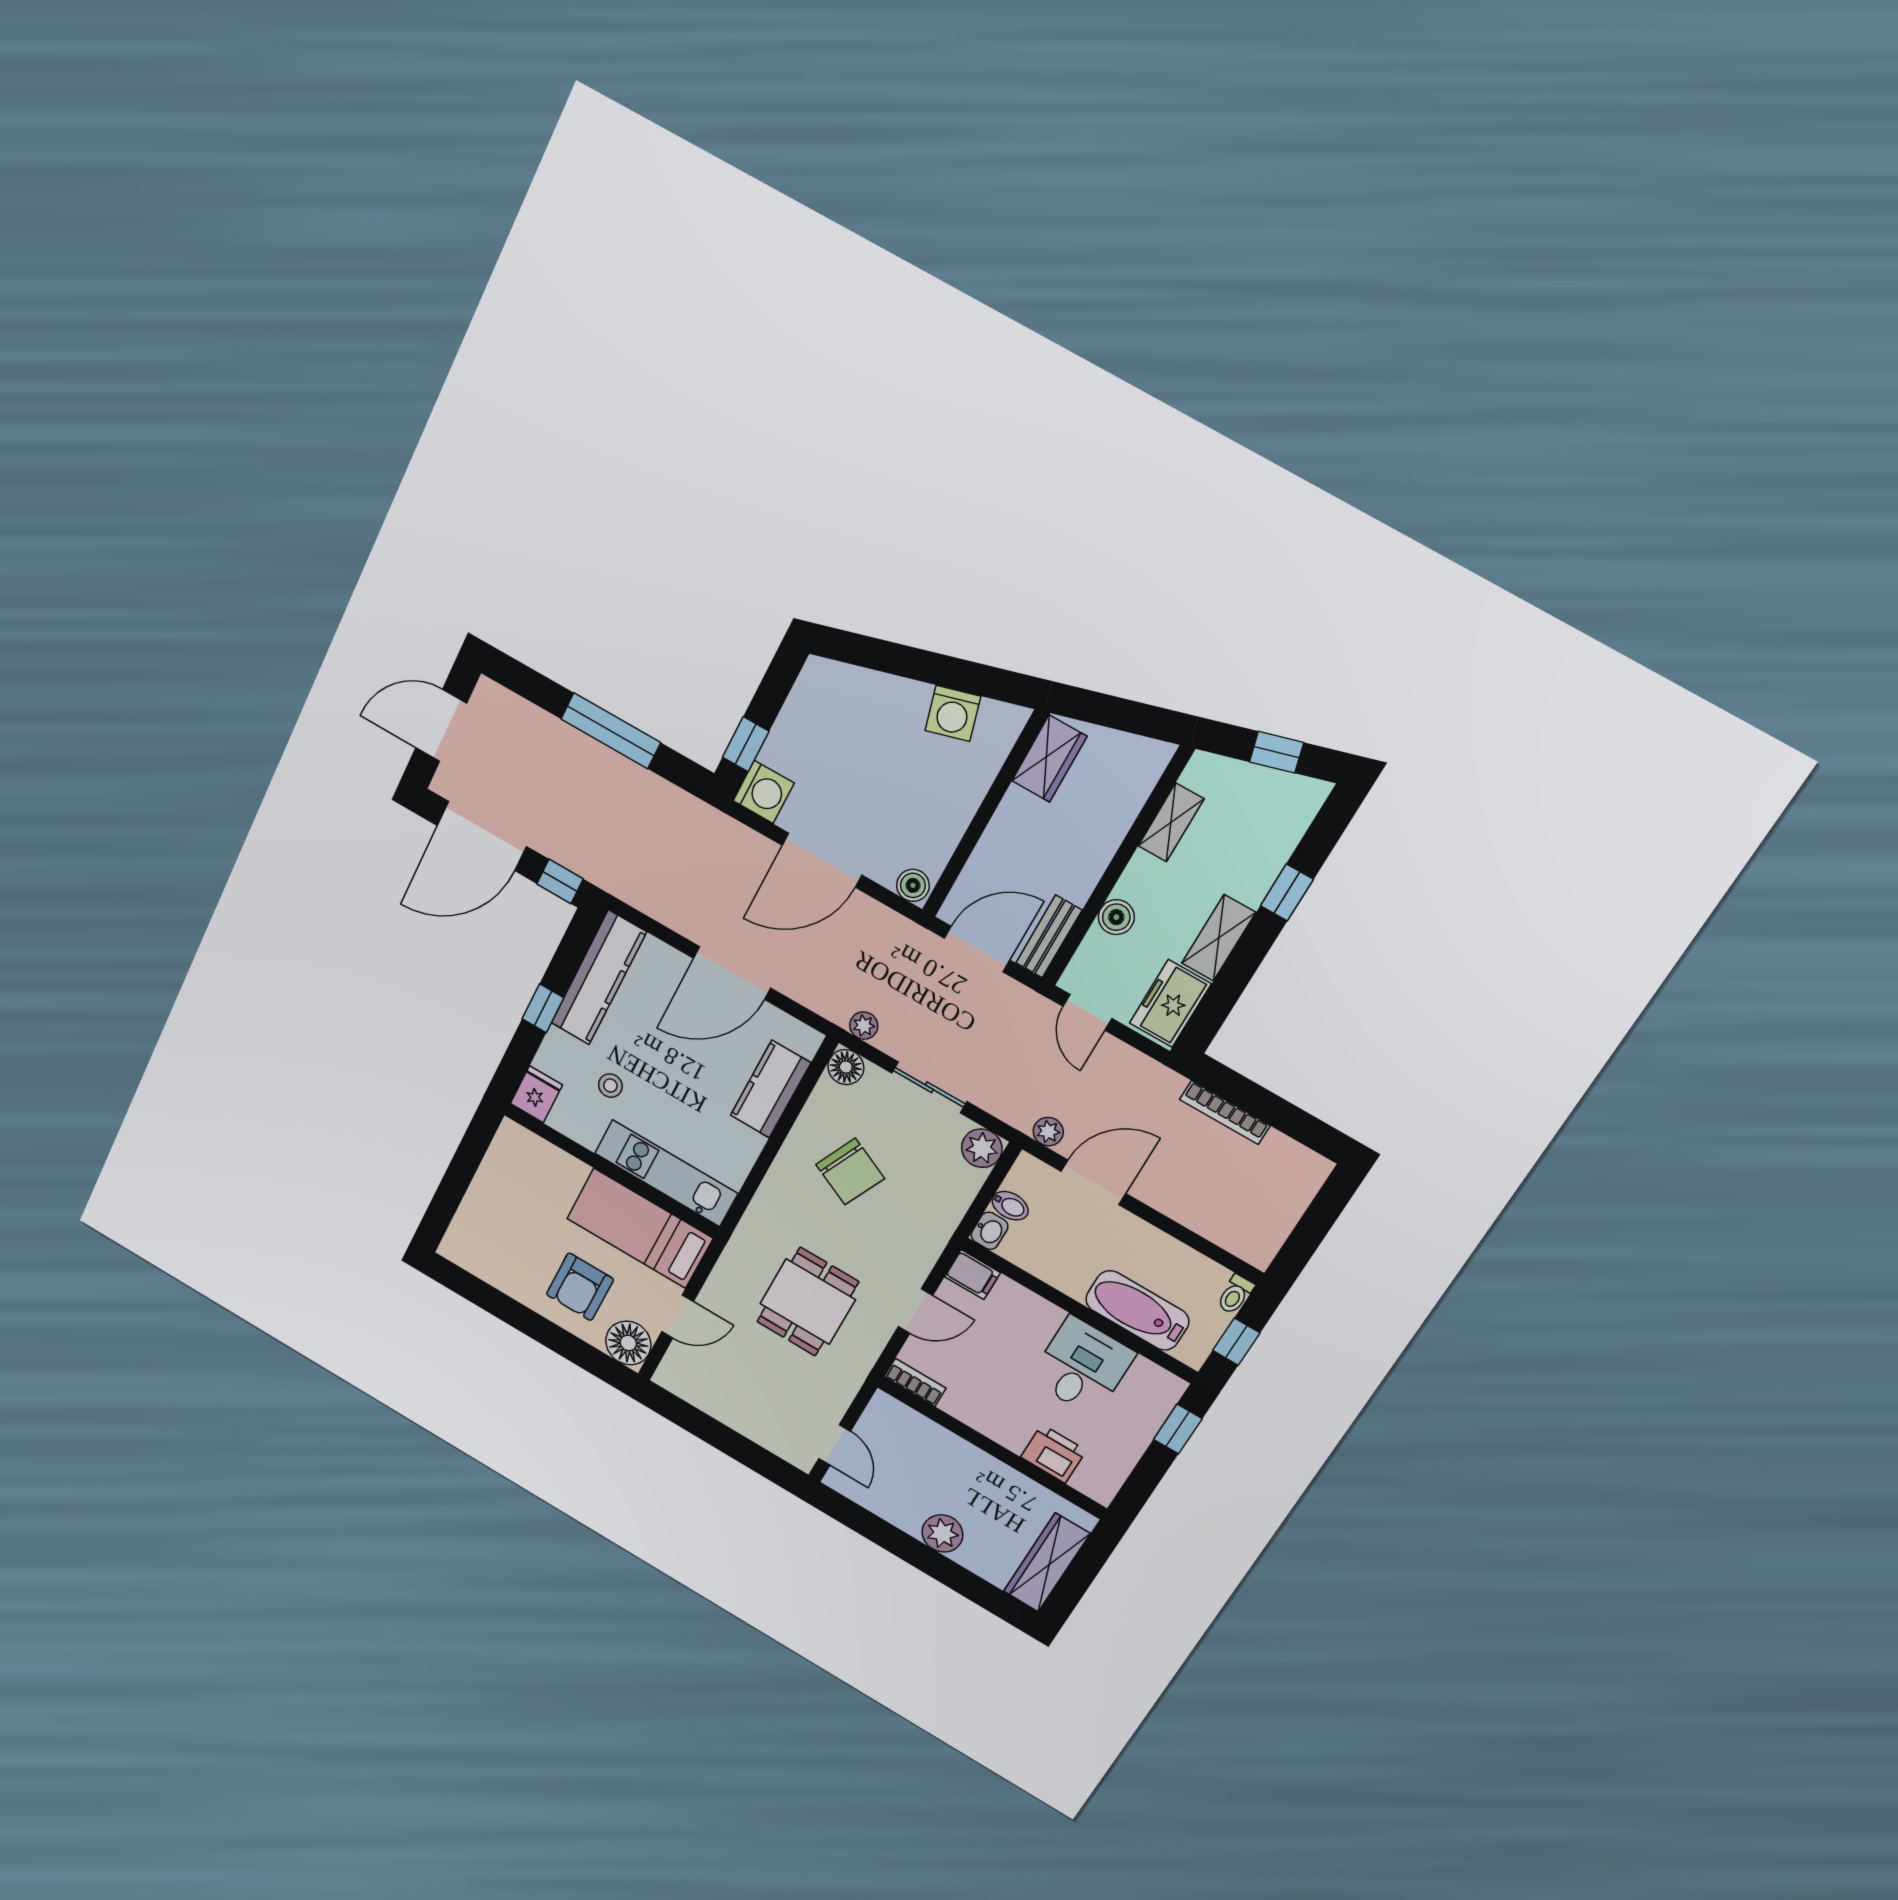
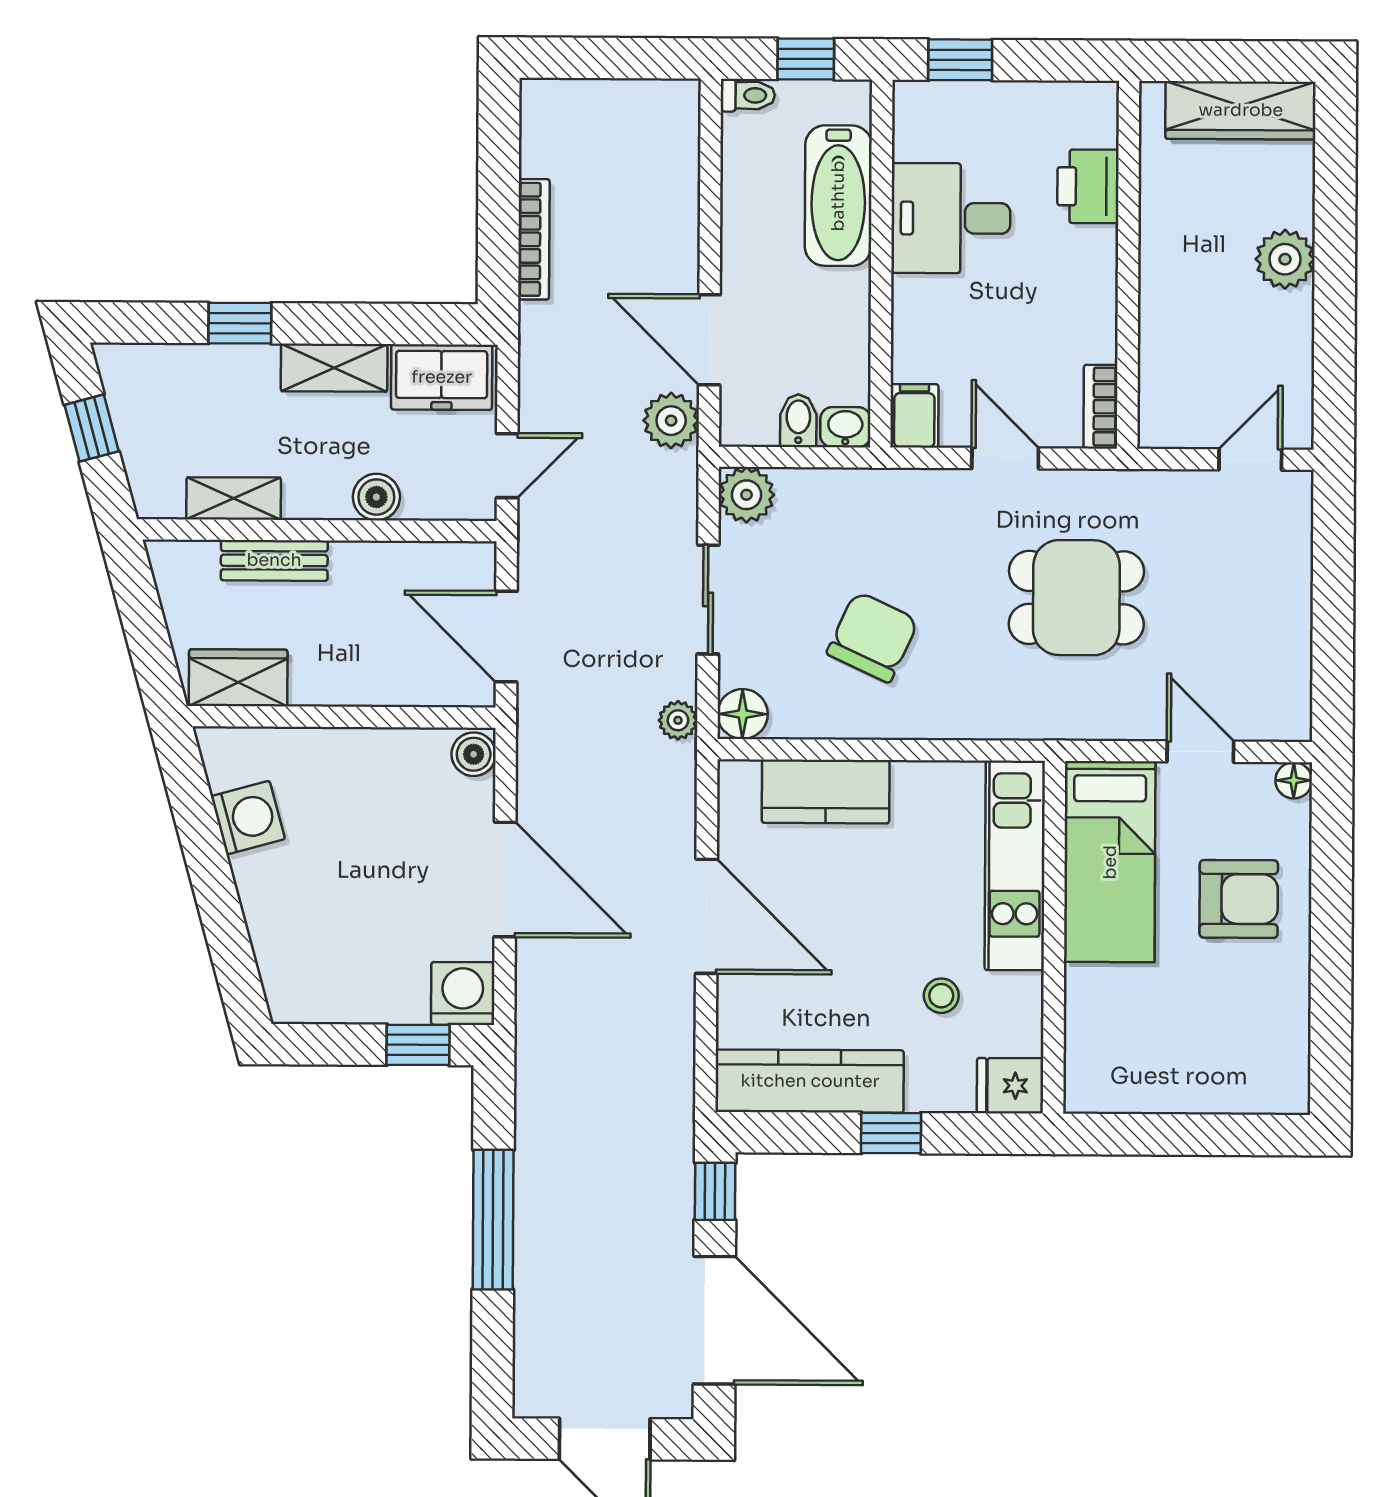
bench: (1049, 937) -> (274, 560), moved
plant: (1048, 1132) -> (671, 421), width x1.38, depth x1.38
floor lamp: (628, 1343) -> (1294, 780), width x0.53, depth x0.53

